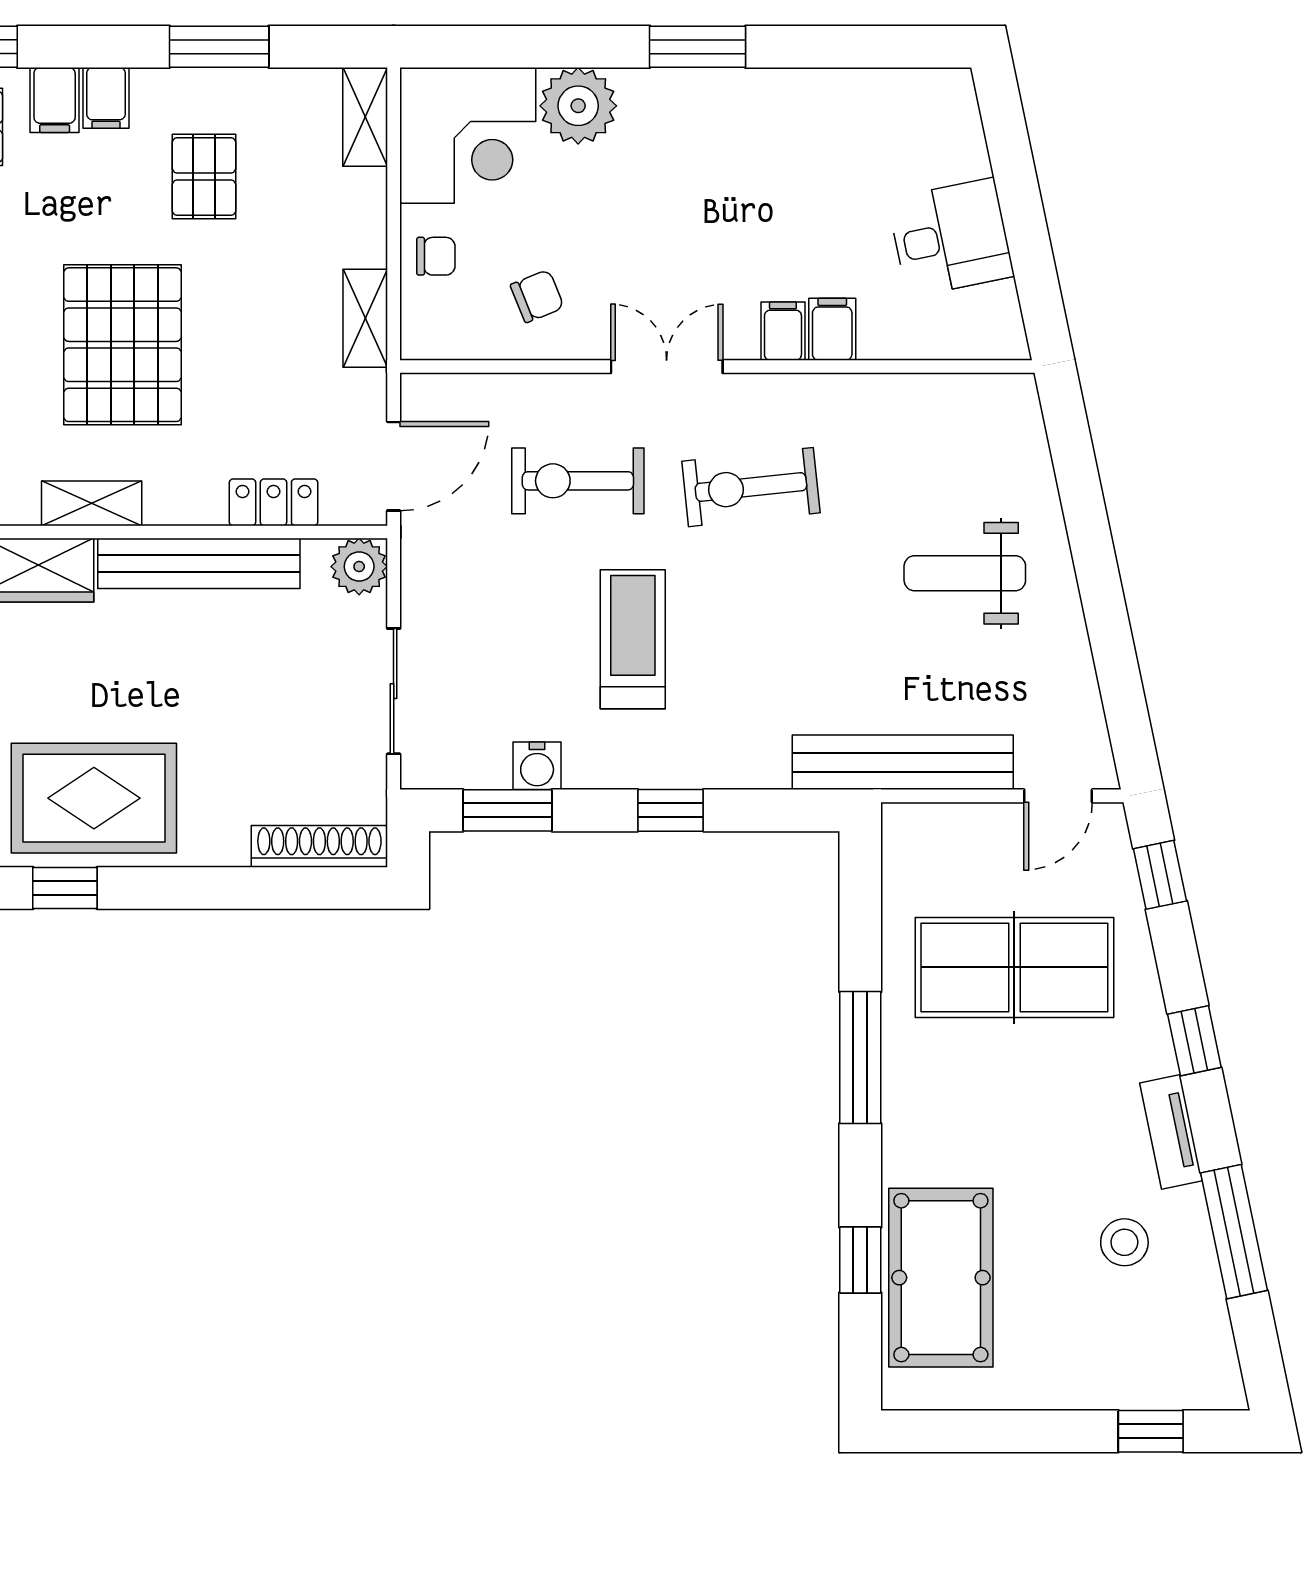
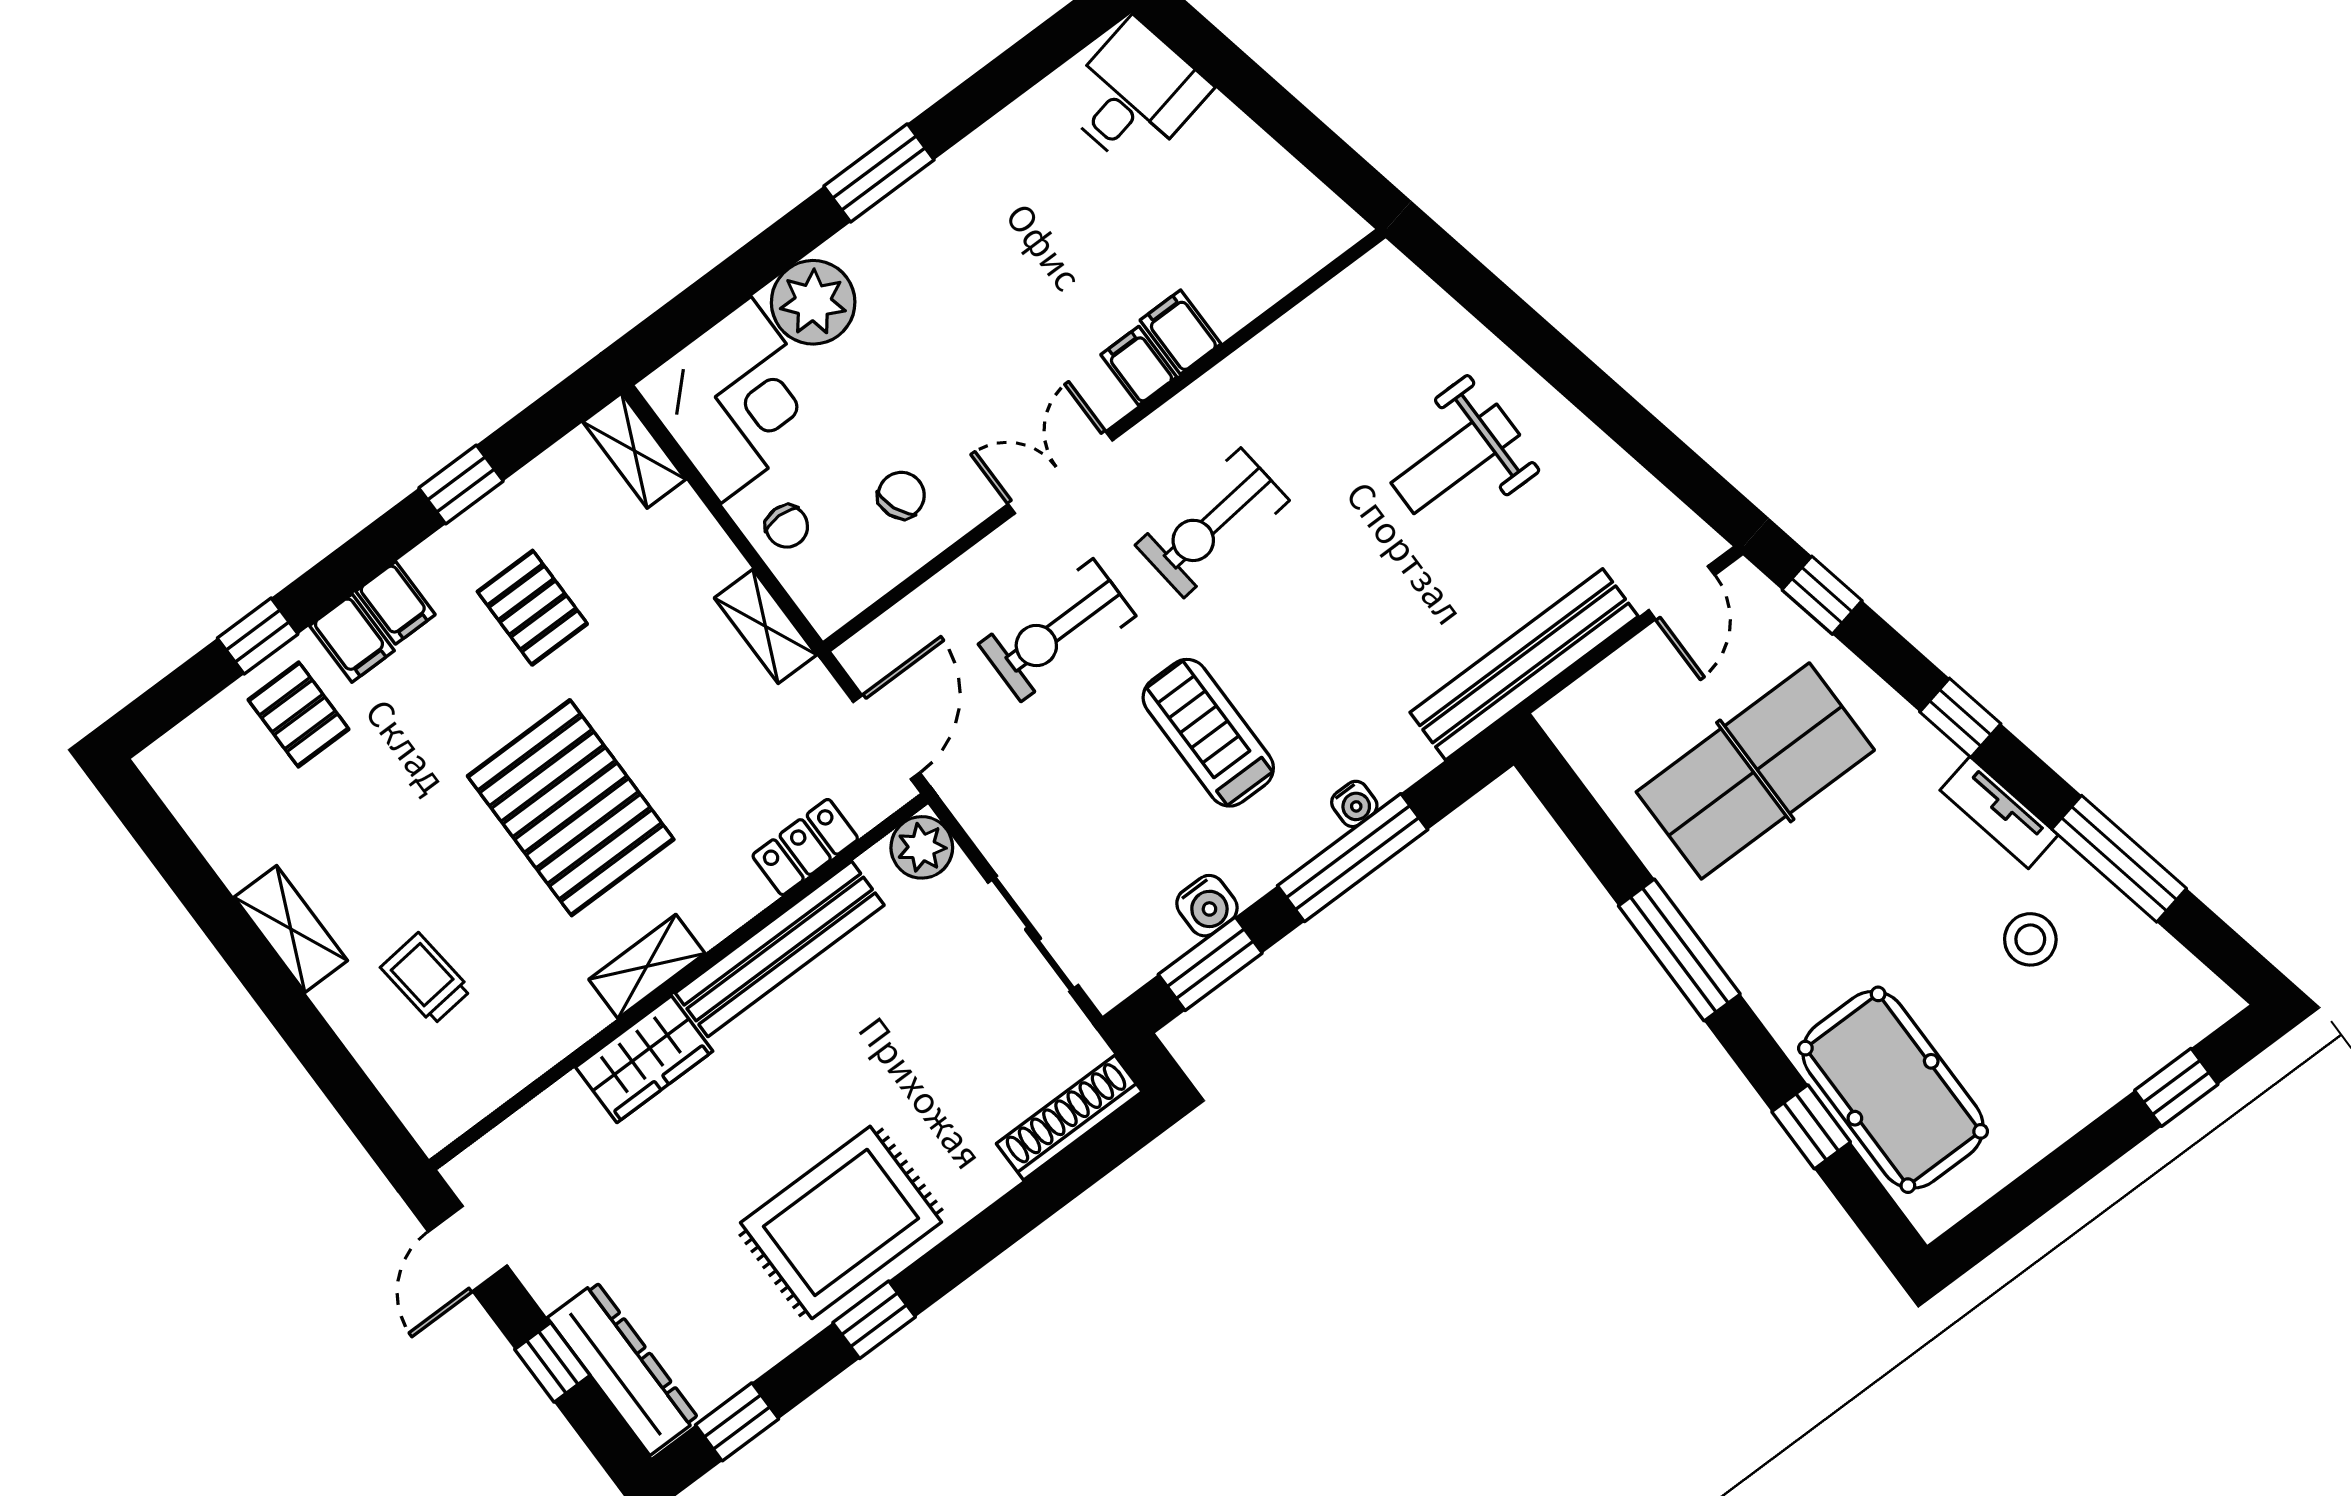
window: (219, 47) -> (461, 484), width x0.67
desk: (951, 238) -> (1134, 95), moved
chair: (436, 256) -> (787, 526), turned 90
water cooler: (701, 772) -> (1354, 804), added
window: (671, 810) -> (1353, 858), width x2.17

